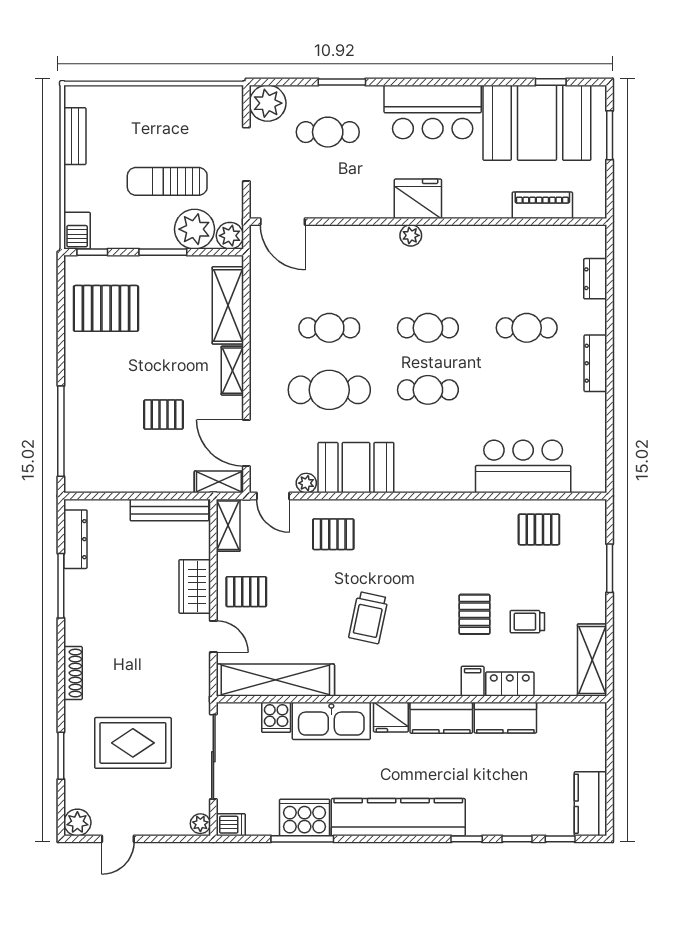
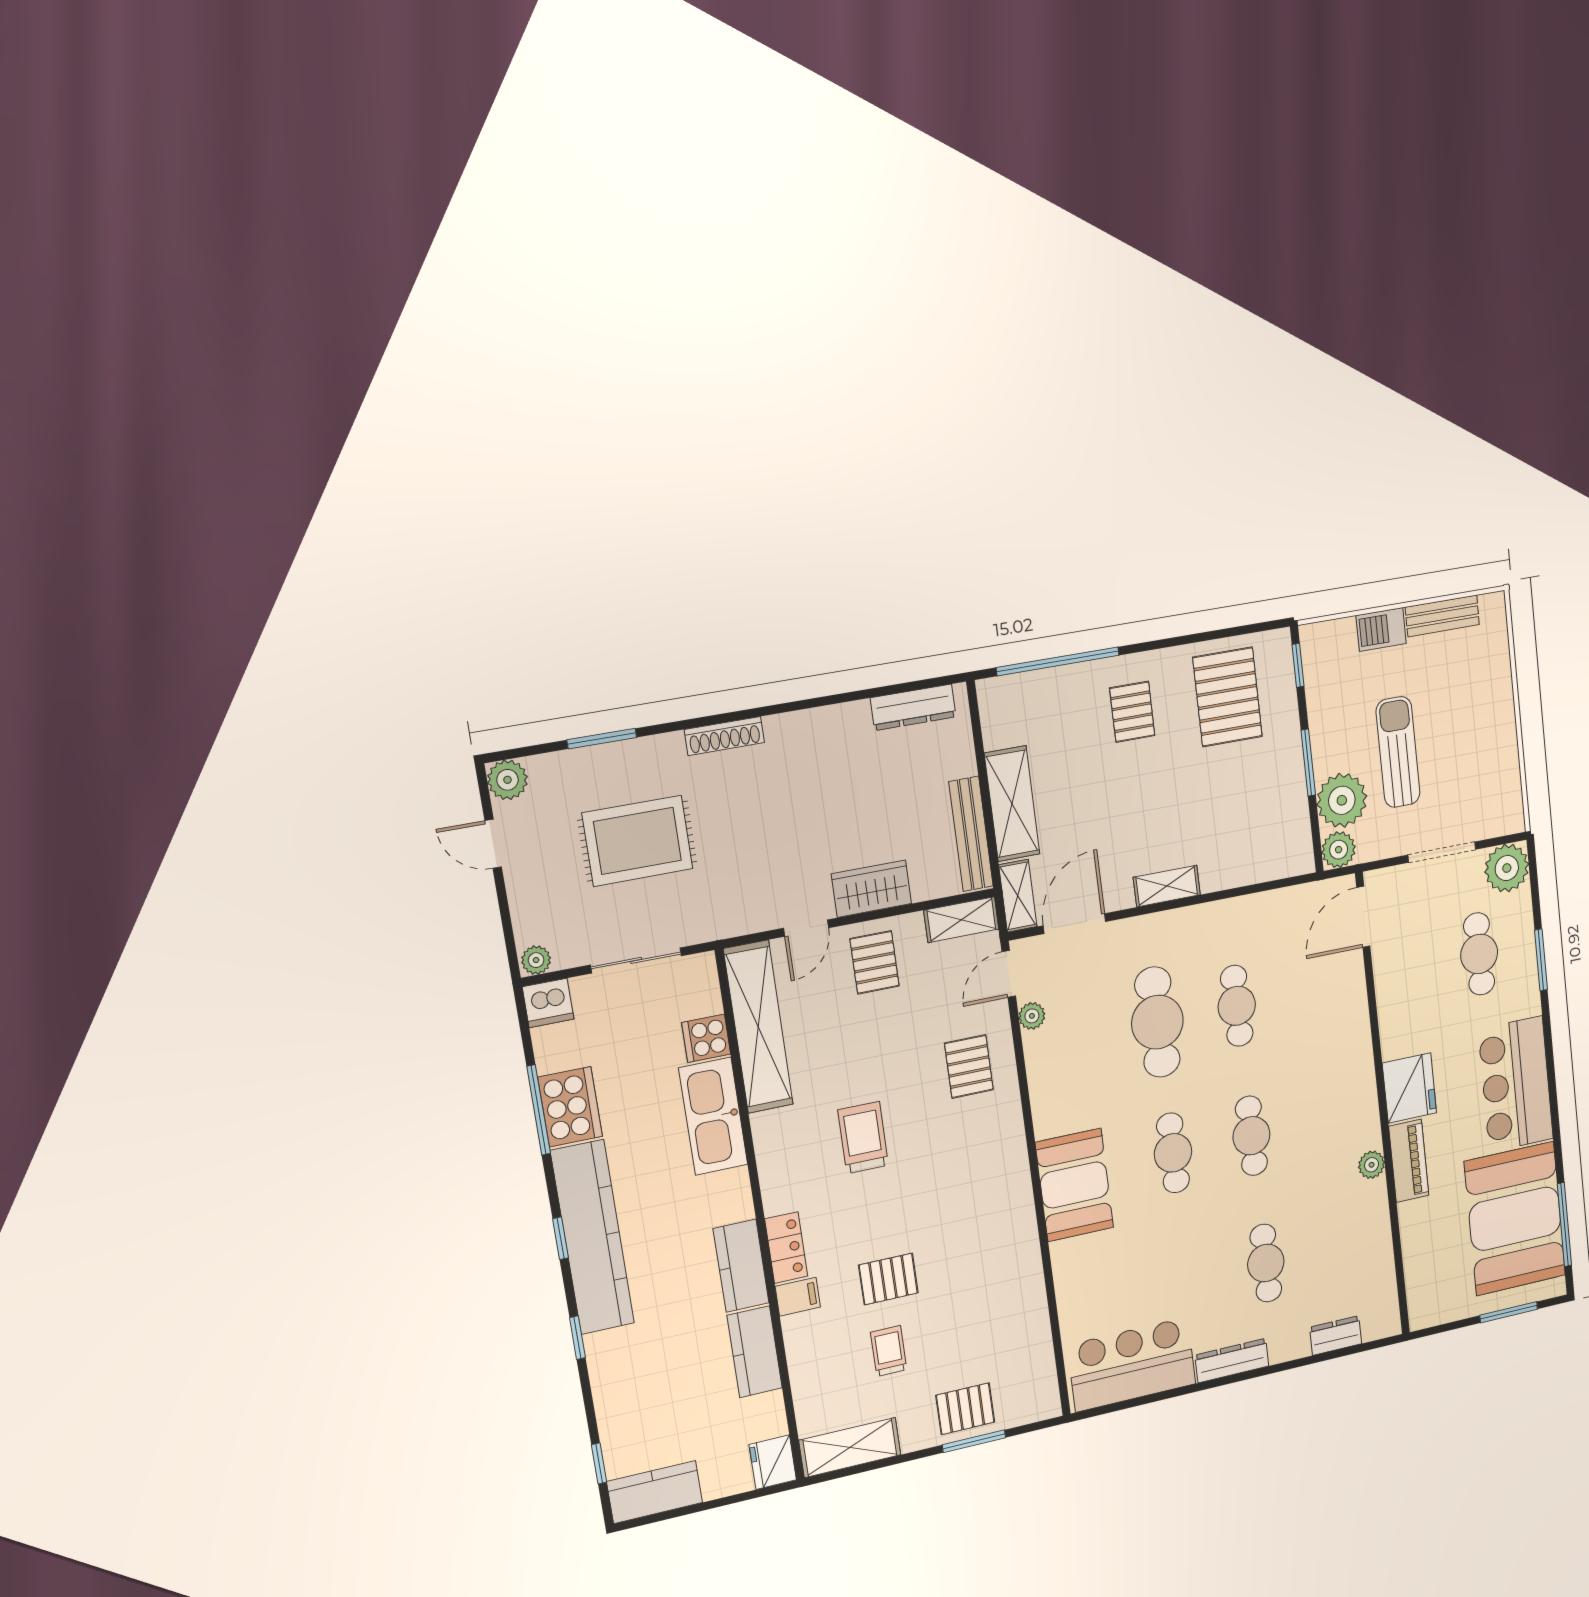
window: (551, 82) -> (1564, 1225), width x2.17
piano: (542, 205) -> (1409, 1161), moved
barbecue: (77, 231) -> (1381, 629), moved
plant: (411, 235) -> (1372, 1165), moved
shelving: (228, 305) -> (1012, 804), moved, turned 90
pallet: (163, 415) -> (1132, 712), moved
bar counter: (523, 467) -> (1132, 1365), moved, turned -90
booth: (356, 468) -> (1074, 1185), moved
pallet: (539, 529) -> (965, 1409), moved, turned 90
window: (61, 586) -> (845, 697), removed
trolley: (368, 618) -> (863, 1138), turned 78
locker: (510, 684) -> (786, 1248), moved
fridge: (391, 717) -> (773, 1462), moved
rug: (133, 743) -> (637, 841), turned 90
sliding door: (213, 757) -> (636, 960), width x0.73
dishwasher: (231, 825) -> (548, 1003), width x1.38
window: (517, 839) -> (560, 1238), moved

